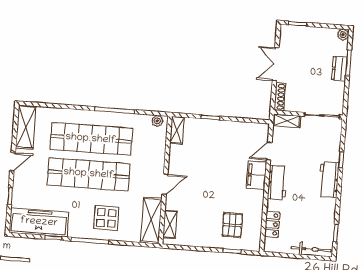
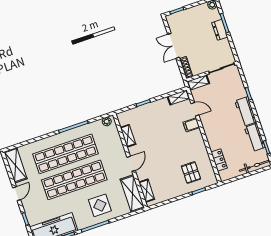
shelving: (256, 129) -> (179, 97), added
shelving: (177, 130) -> (128, 136), moved
door: (269, 151) -> (195, 109), swing flipped
filing cabinet: (256, 175) -> (191, 125), width x0.50
workbench: (277, 182) -> (255, 137), moved, turned 180

